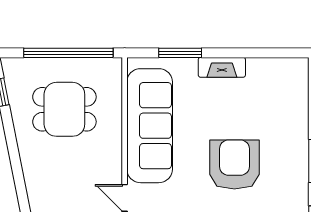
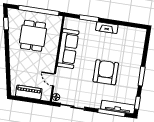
dining table: (64, 109) -> (33, 36), turned 90
sofa: (150, 126) -> (68, 49), width x0.74, depth x0.79

